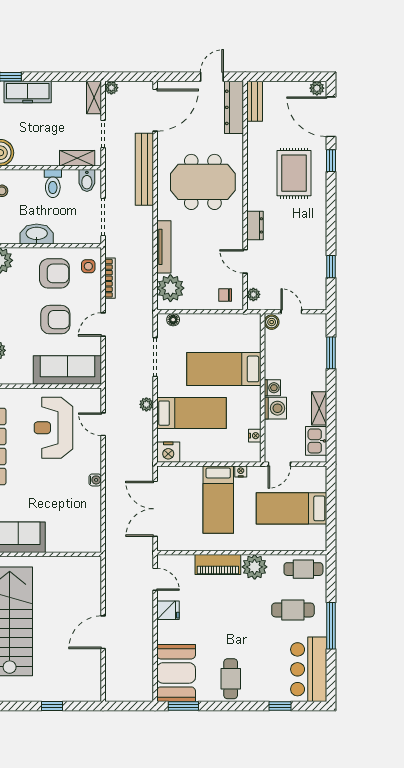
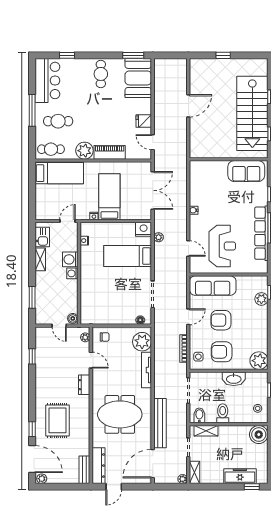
bed: (224, 369) -> (106, 286), removed
plant: (146, 404) -> (159, 237), moved
bed: (291, 508) -> (59, 173), moved

